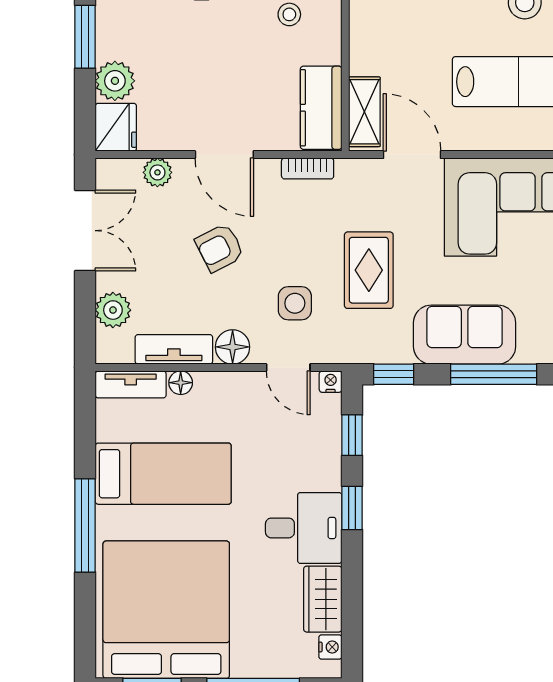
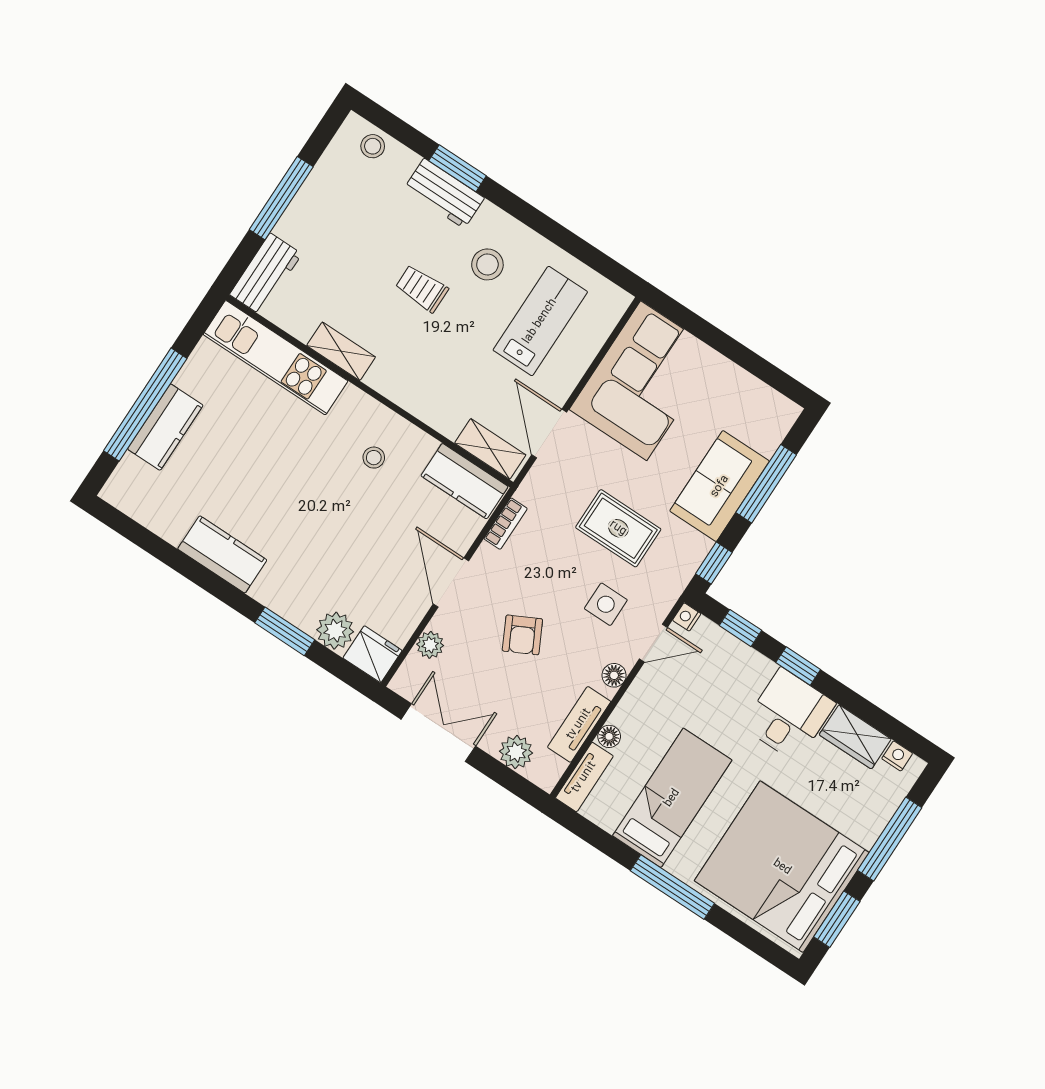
door: (224, 155) -> (451, 583), swing flipped
door: (412, 155) -> (549, 434), hinge flipped
floor lamp: (233, 347) -> (614, 675), width x0.73, depth x0.73

